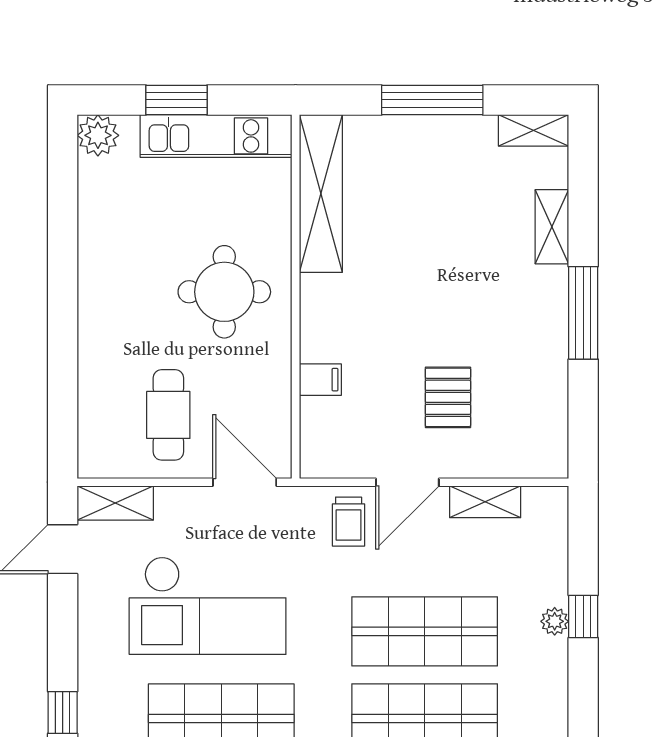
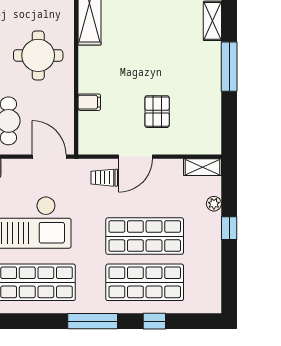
shelving: (485, 502) -> (202, 167), moved
trolley: (349, 522) -> (104, 178), turned 90
plant: (555, 621) -> (214, 204), moved

